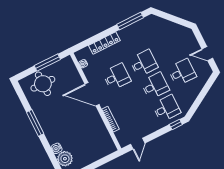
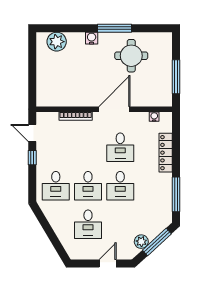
window: (170, 18) -> (157, 242), added
plant: (175, 29) -> (141, 242), added
door: (207, 54) -> (108, 263), moved
round table: (43, 84) -> (131, 56), moved
window: (176, 124) -> (32, 158), moved
water cooler: (57, 148) -> (92, 38), moved

